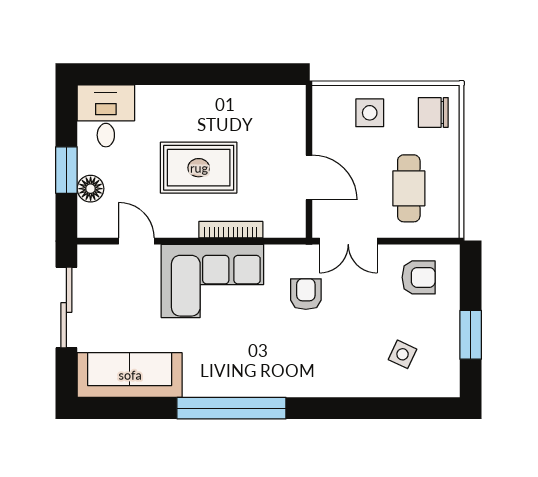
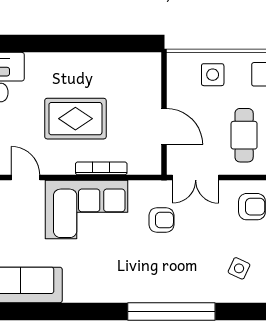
armchair: (306, 294) -> (161, 220), turned 90
window: (231, 408) -> (171, 312), moved

